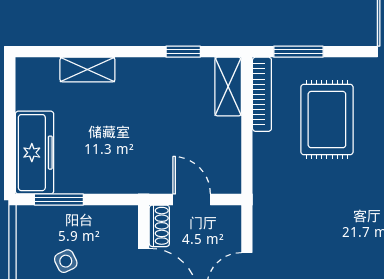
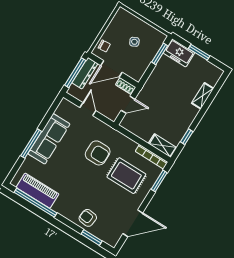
window: (10, 127) -> (199, 52), added
freezer: (35, 153) -> (179, 53), width x0.71
armchair: (318, 200) -> (98, 153), added

